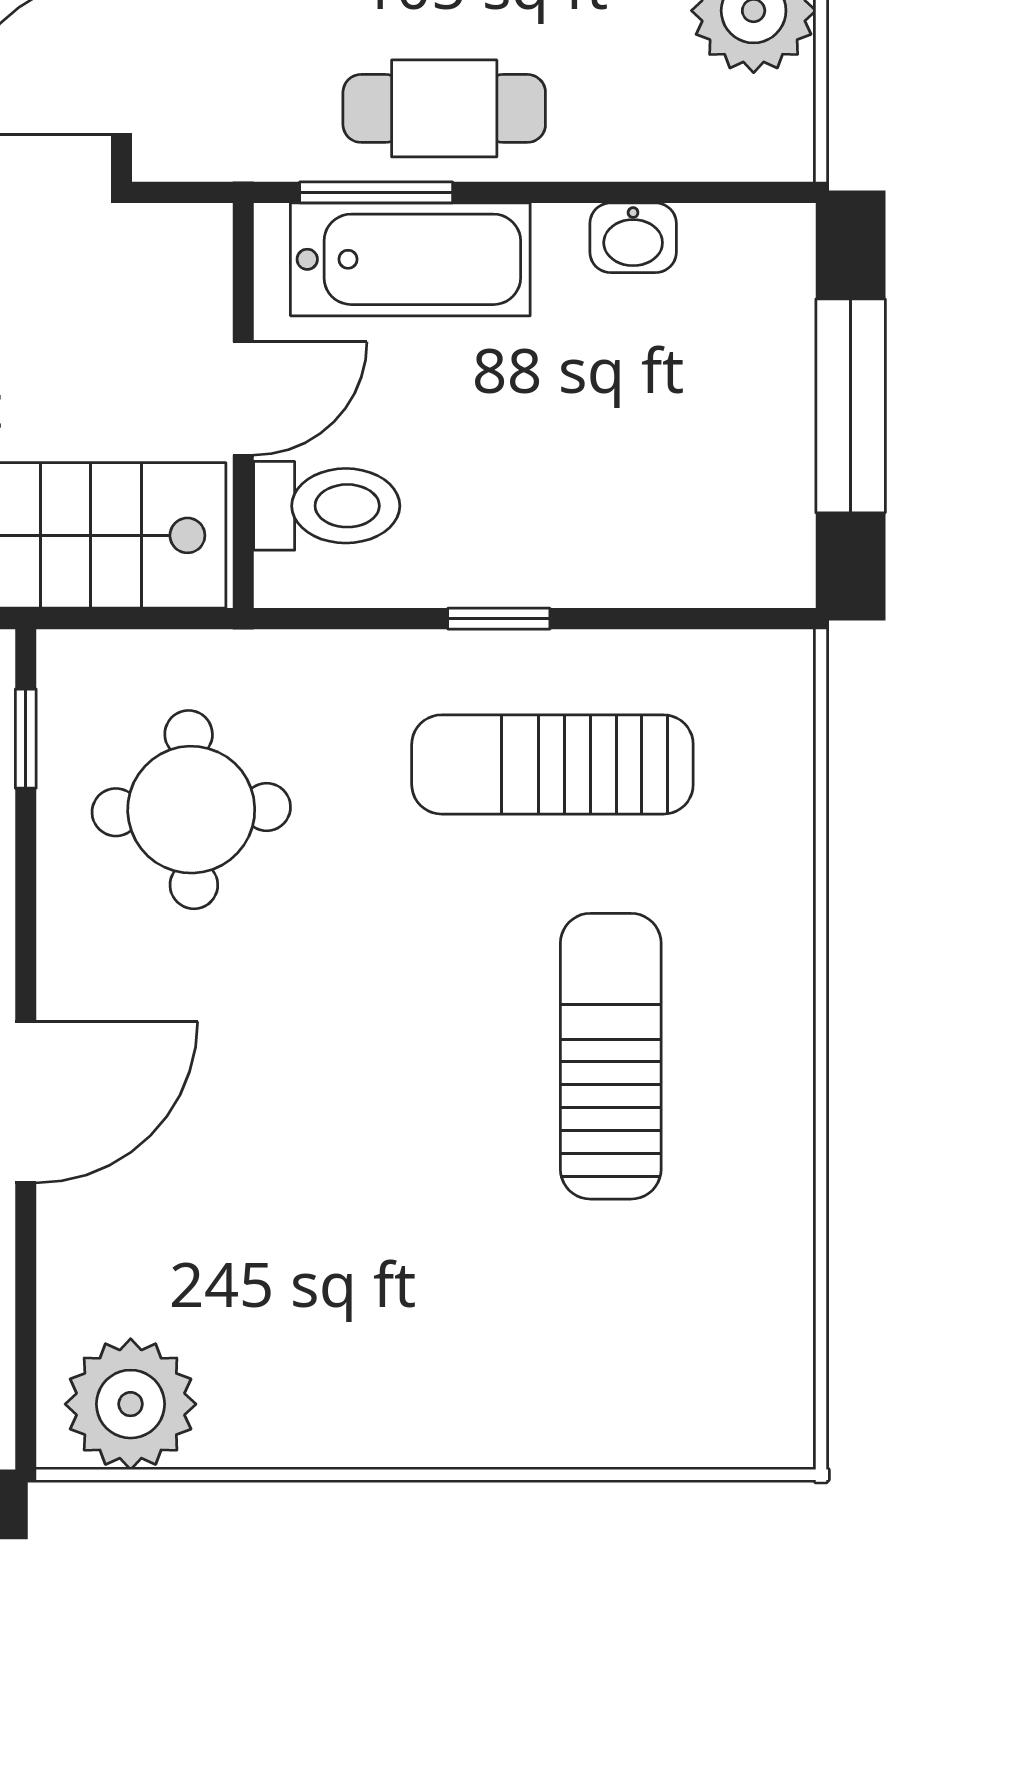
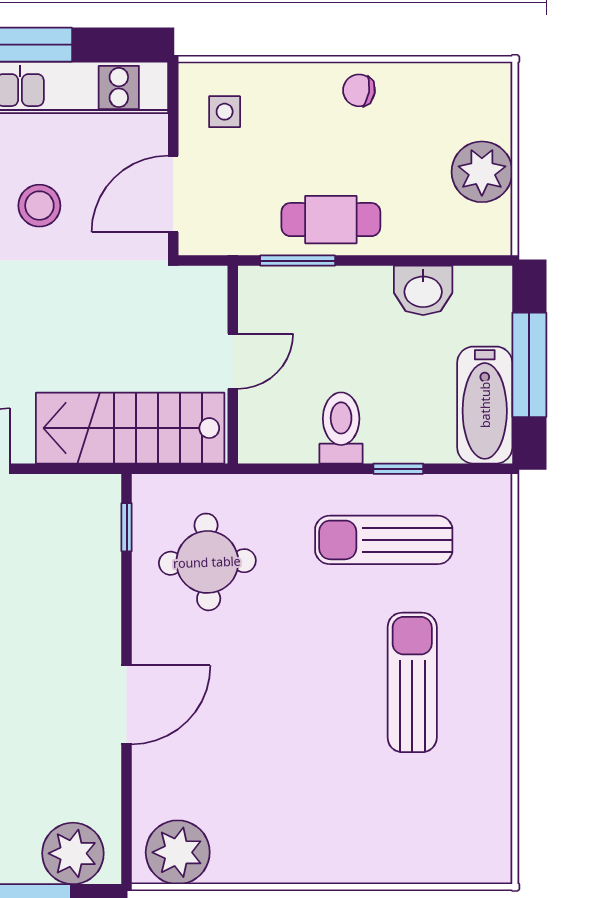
washbasin: (633, 238) -> (423, 290), width x1.38, depth x1.45
bathtub: (410, 259) -> (485, 405), moved, turned 90
toilet: (327, 506) -> (341, 428), moved, turned -90
window: (499, 619) -> (398, 469), moved

